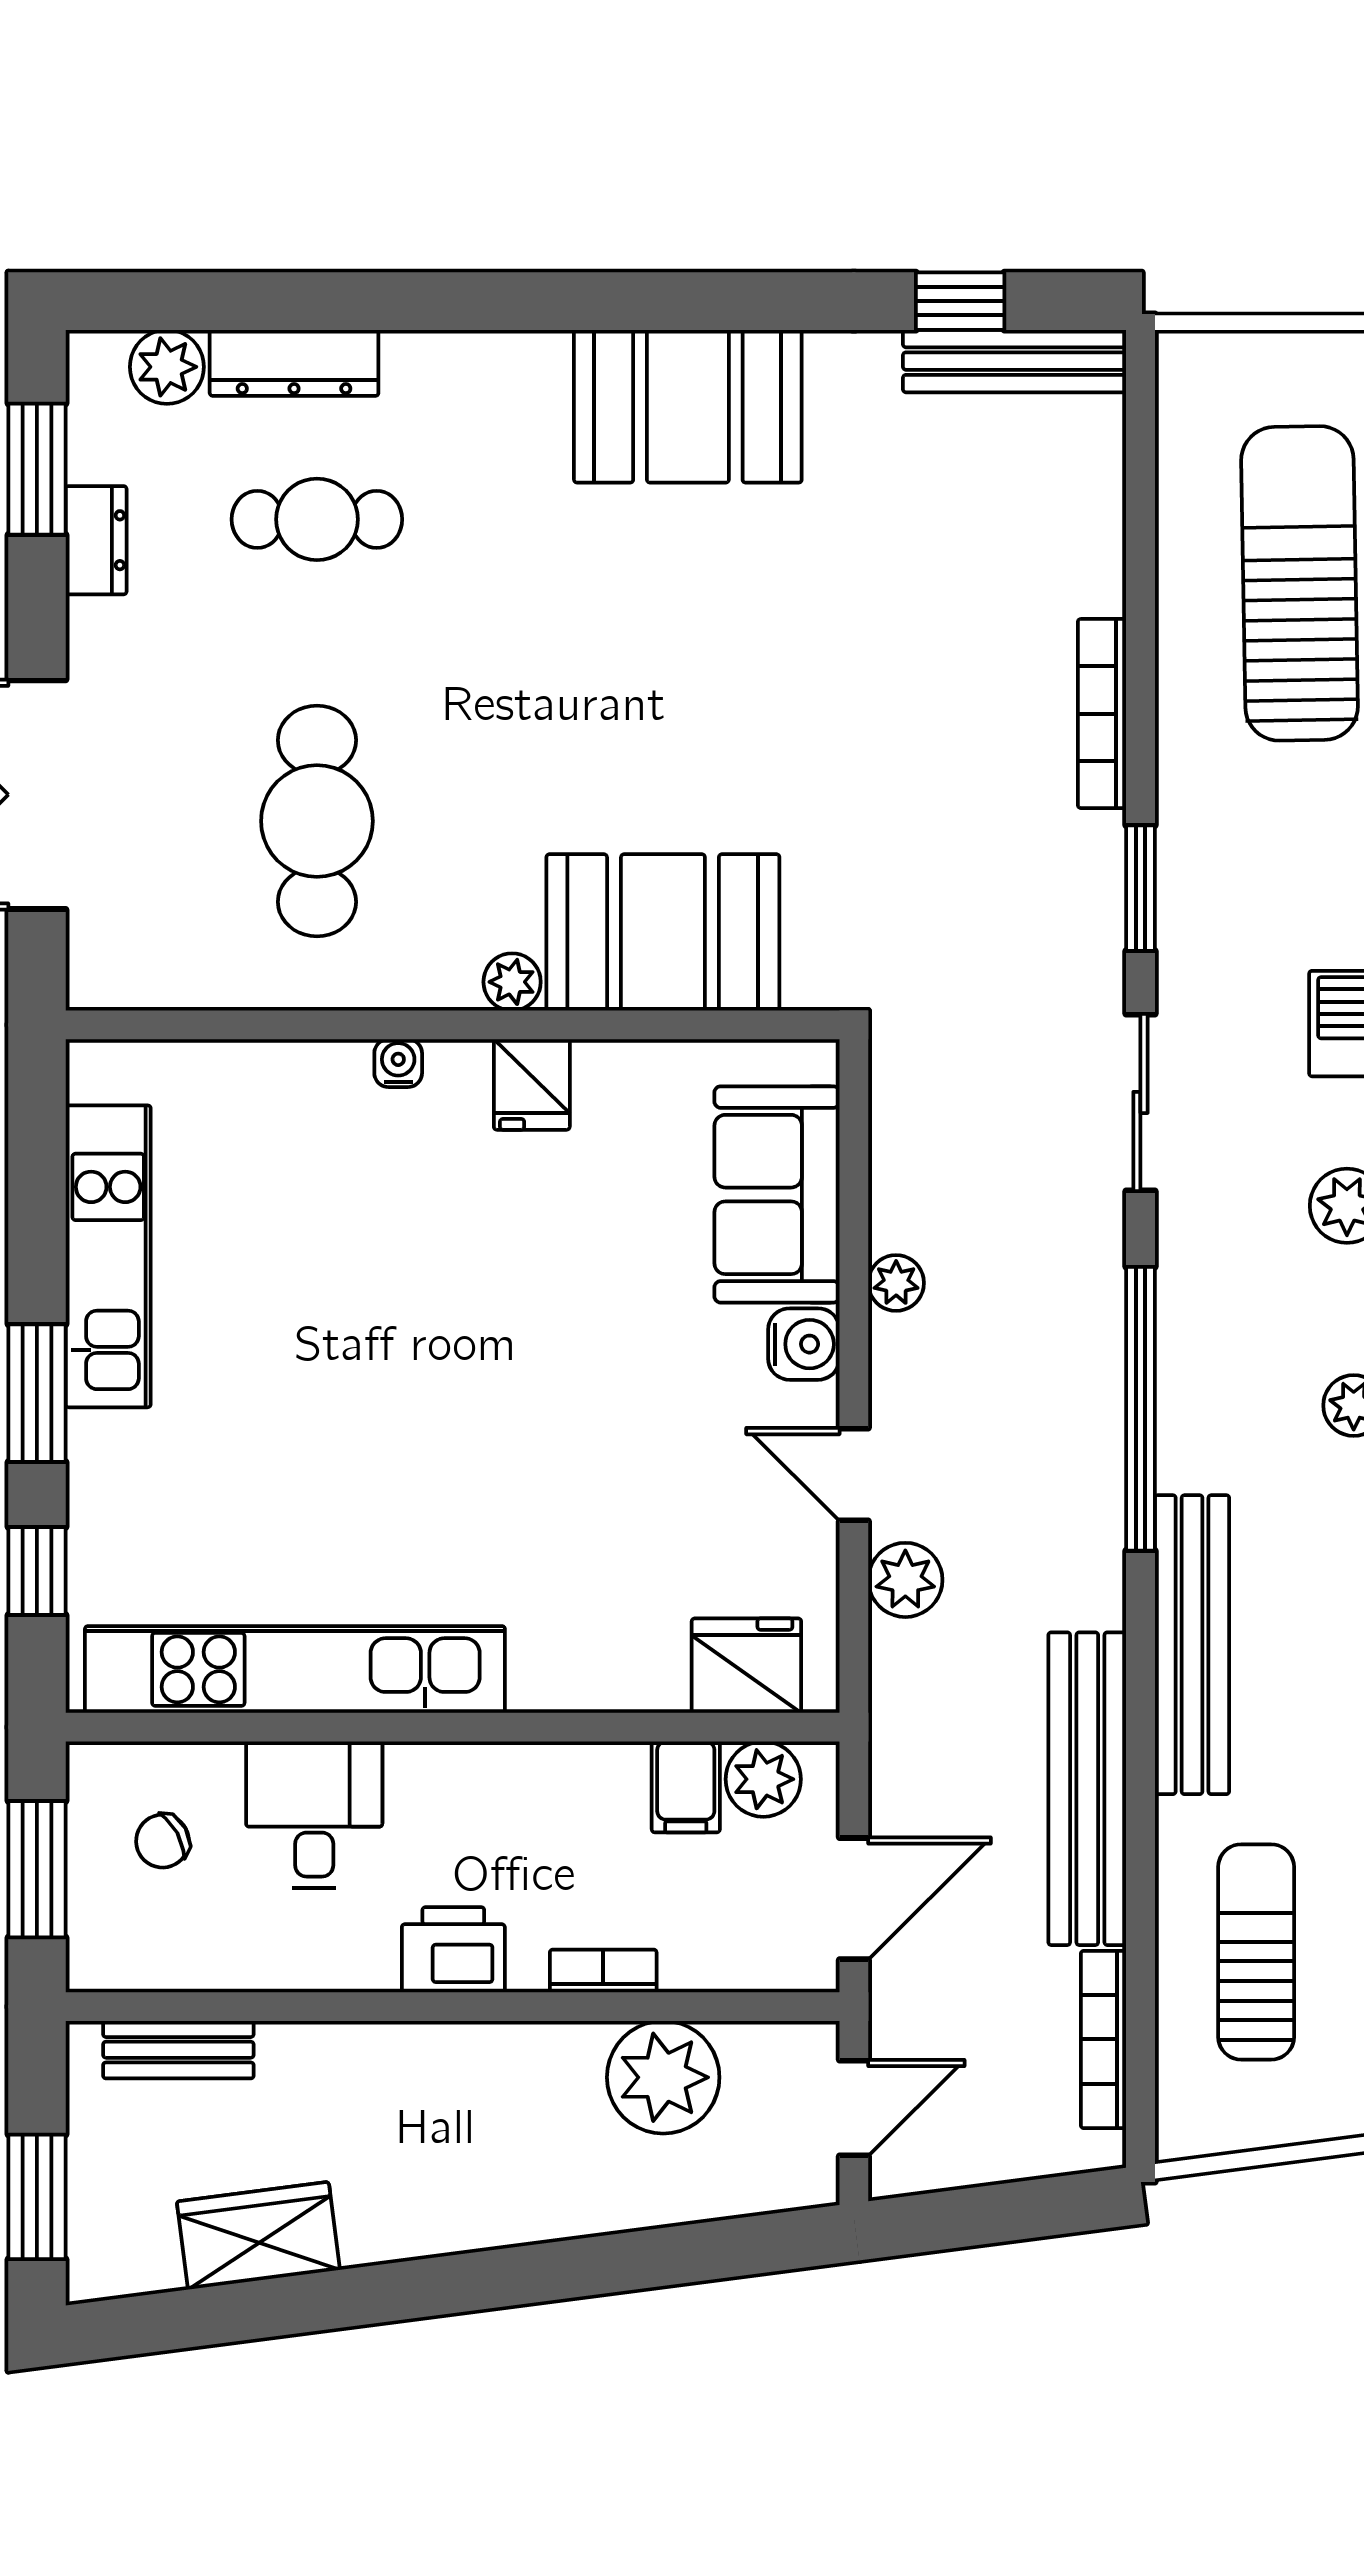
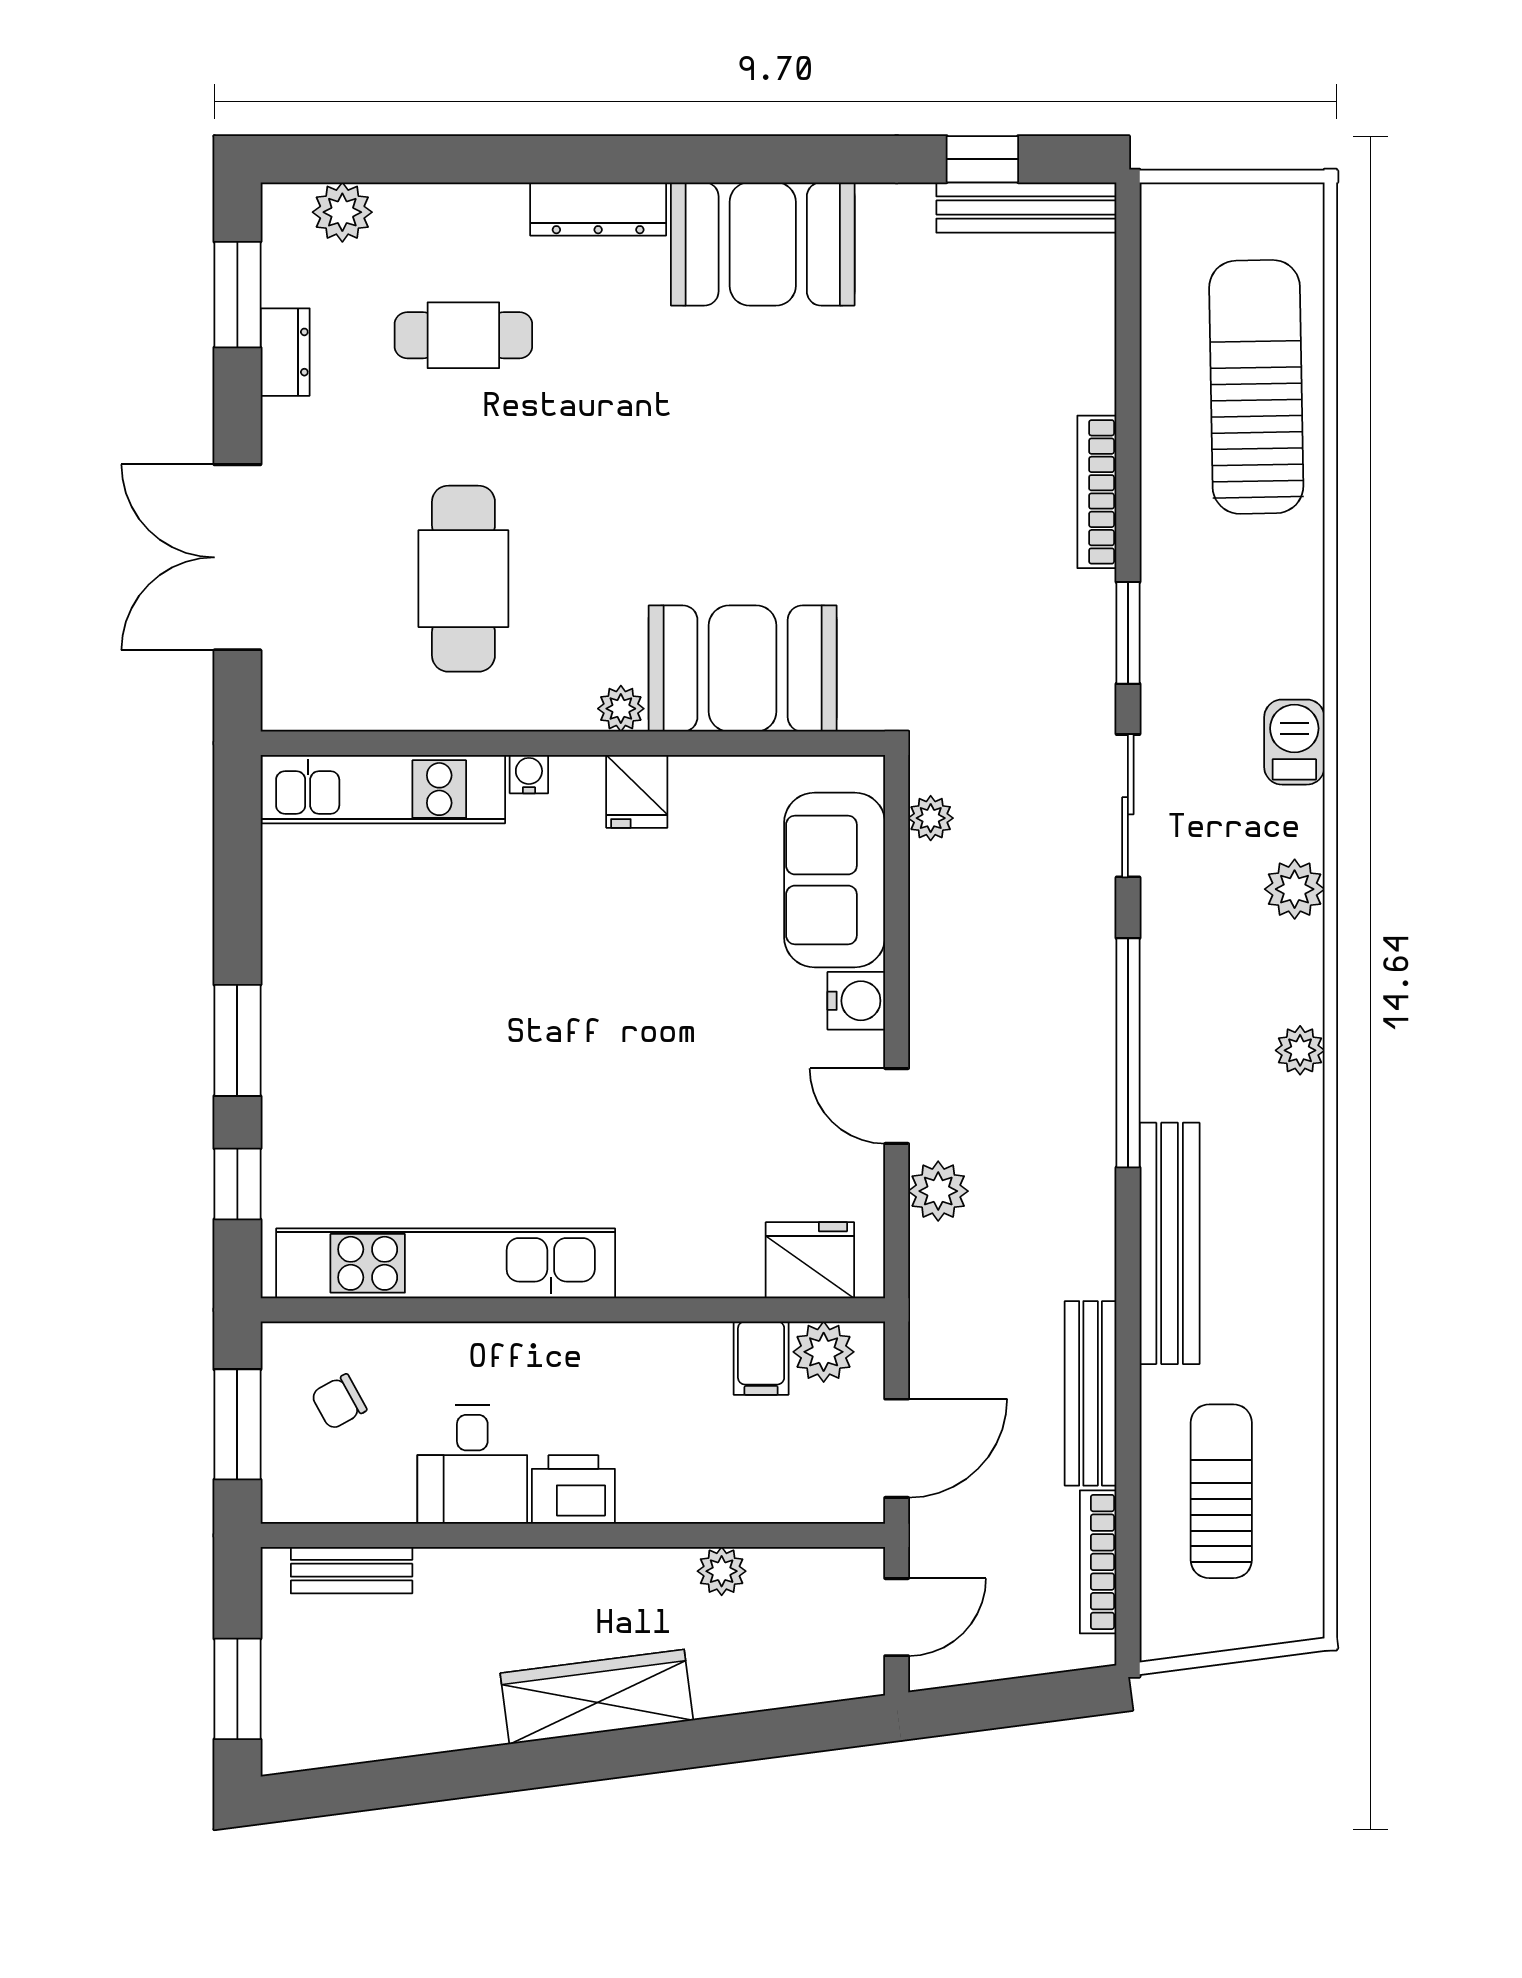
dresser: (294, 363) -> (598, 209), moved
kitchen unit: (108, 1256) -> (383, 789), moved, turned 90
plant: (896, 1283) -> (931, 818), moved
bench: (1087, 1789) -> (1091, 1393), width x0.73, depth x0.82
desk: (314, 1815) -> (472, 1465), moved, turned 180
bookcase: (603, 1971) -> (694, 1507), removed
plant: (663, 2077) -> (722, 1571), width x0.53, depth x0.53
wardrobe: (258, 2236) -> (597, 1697), moved, width x1.50

